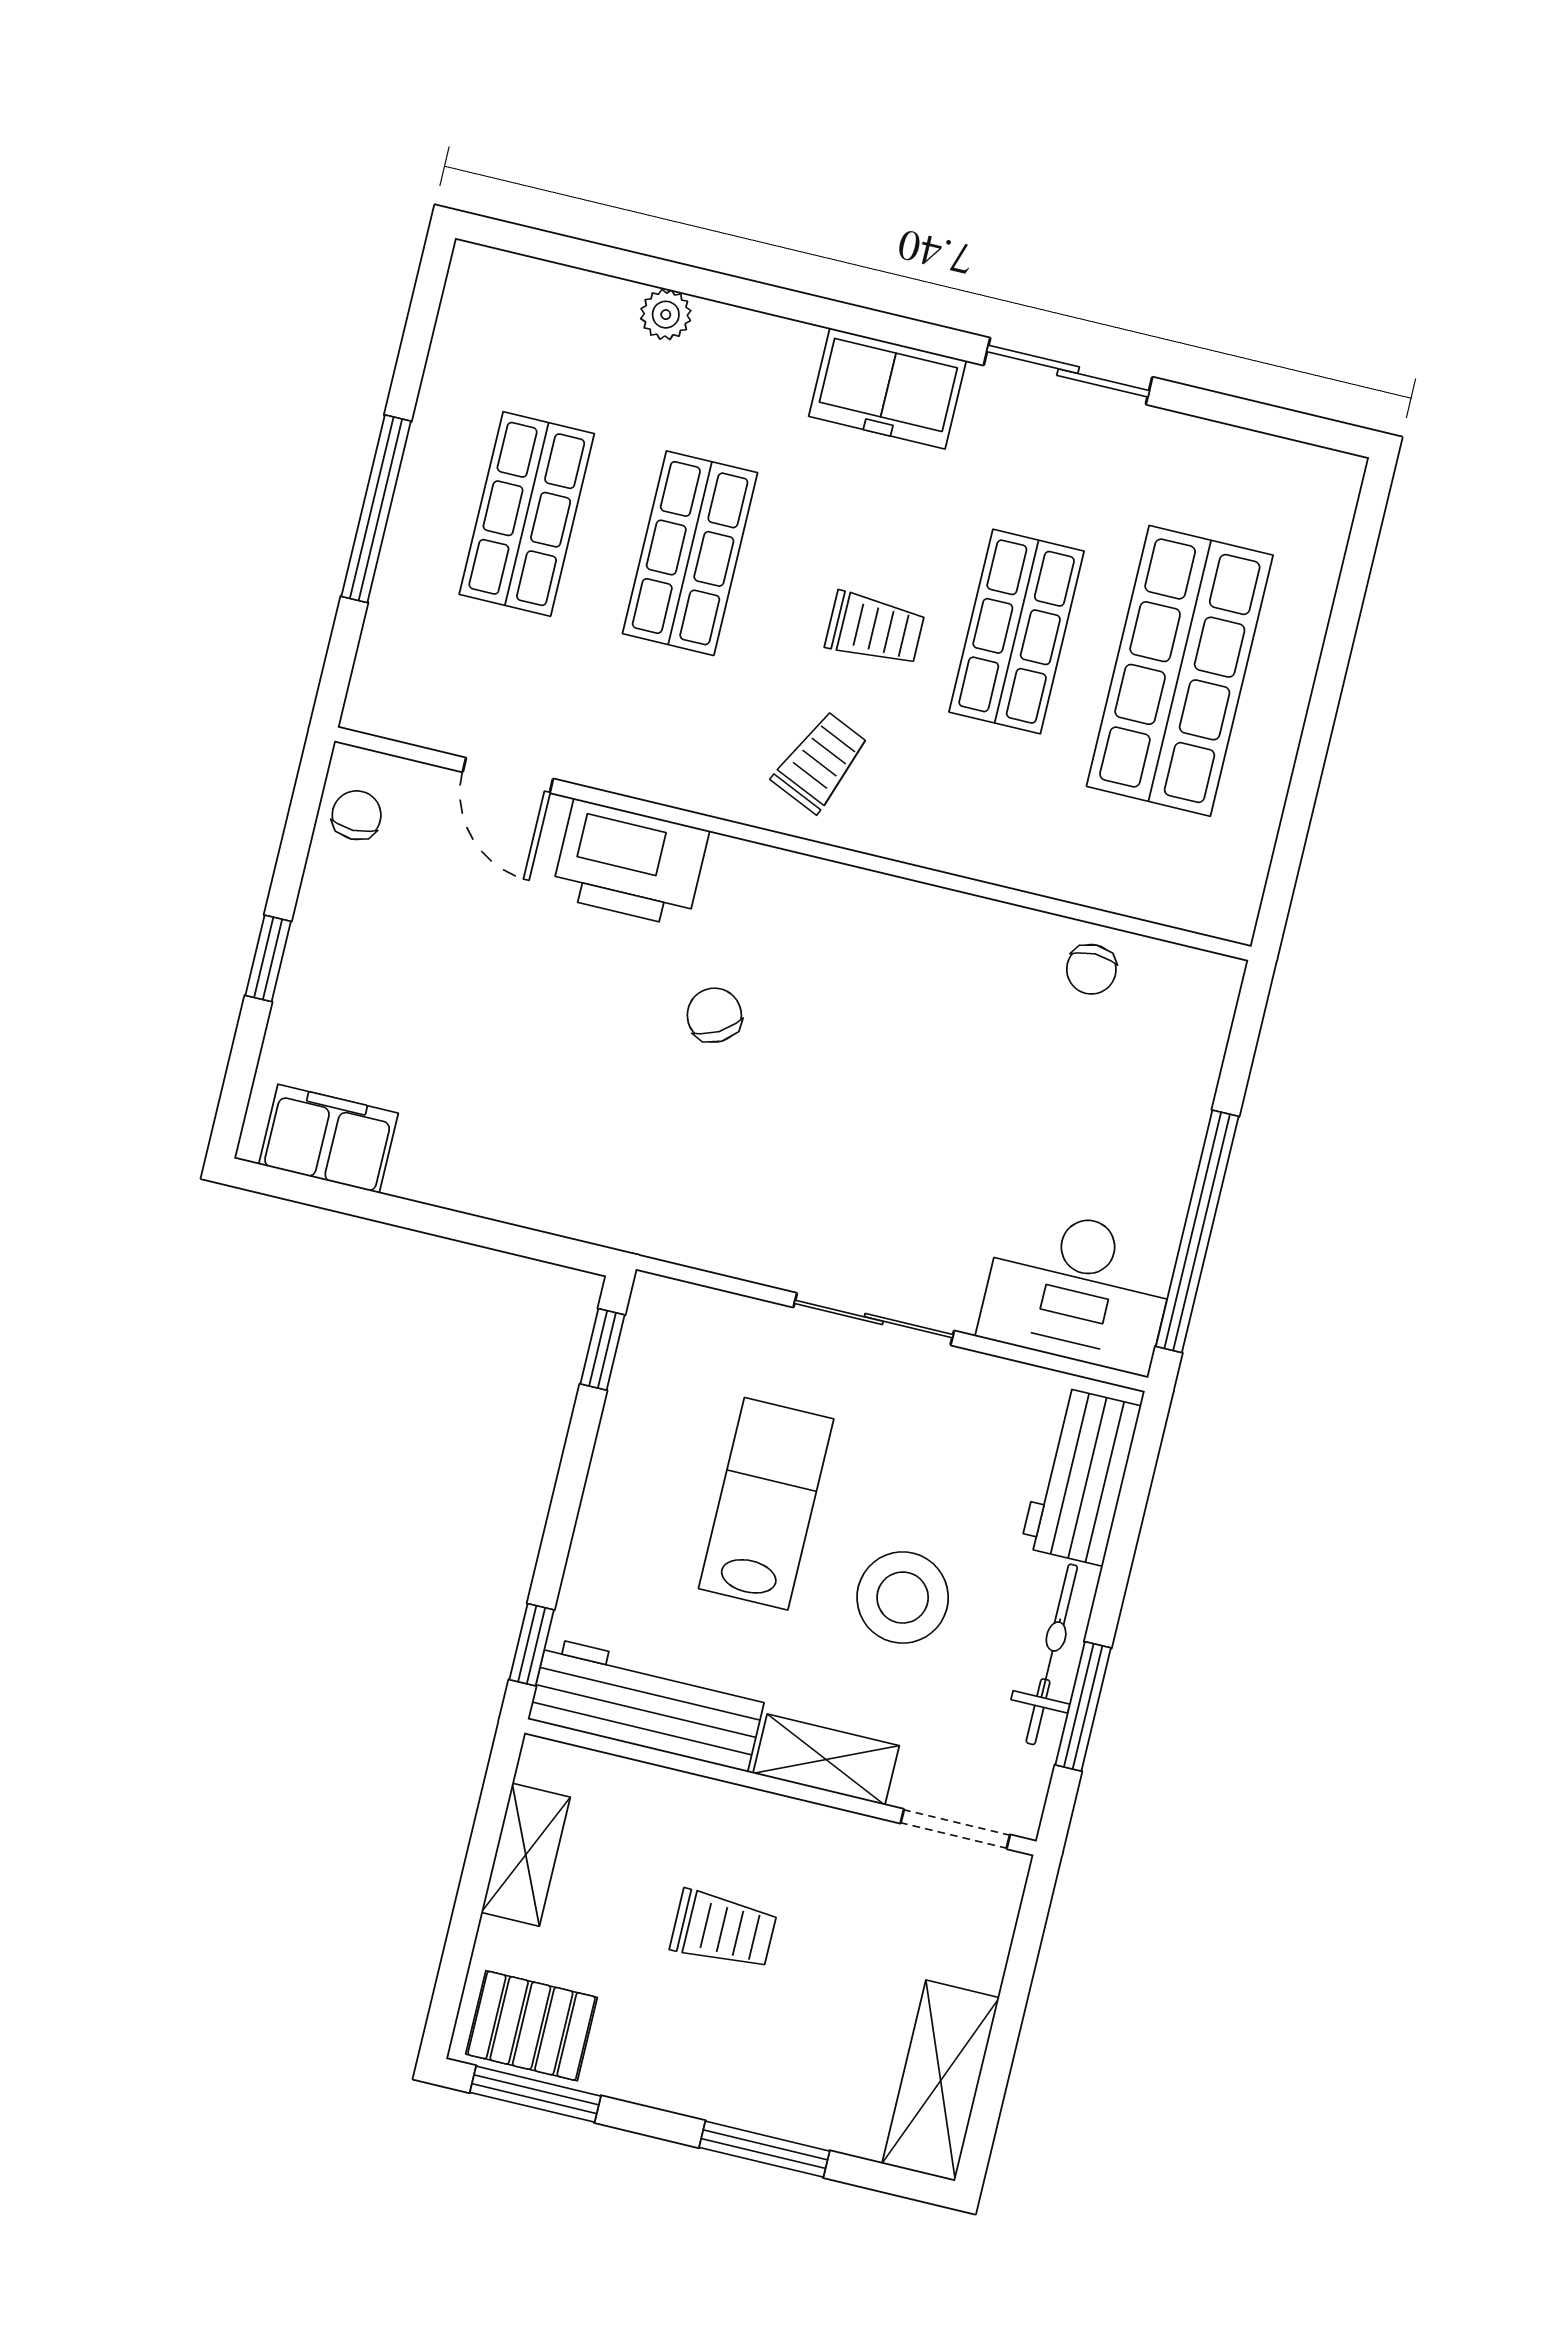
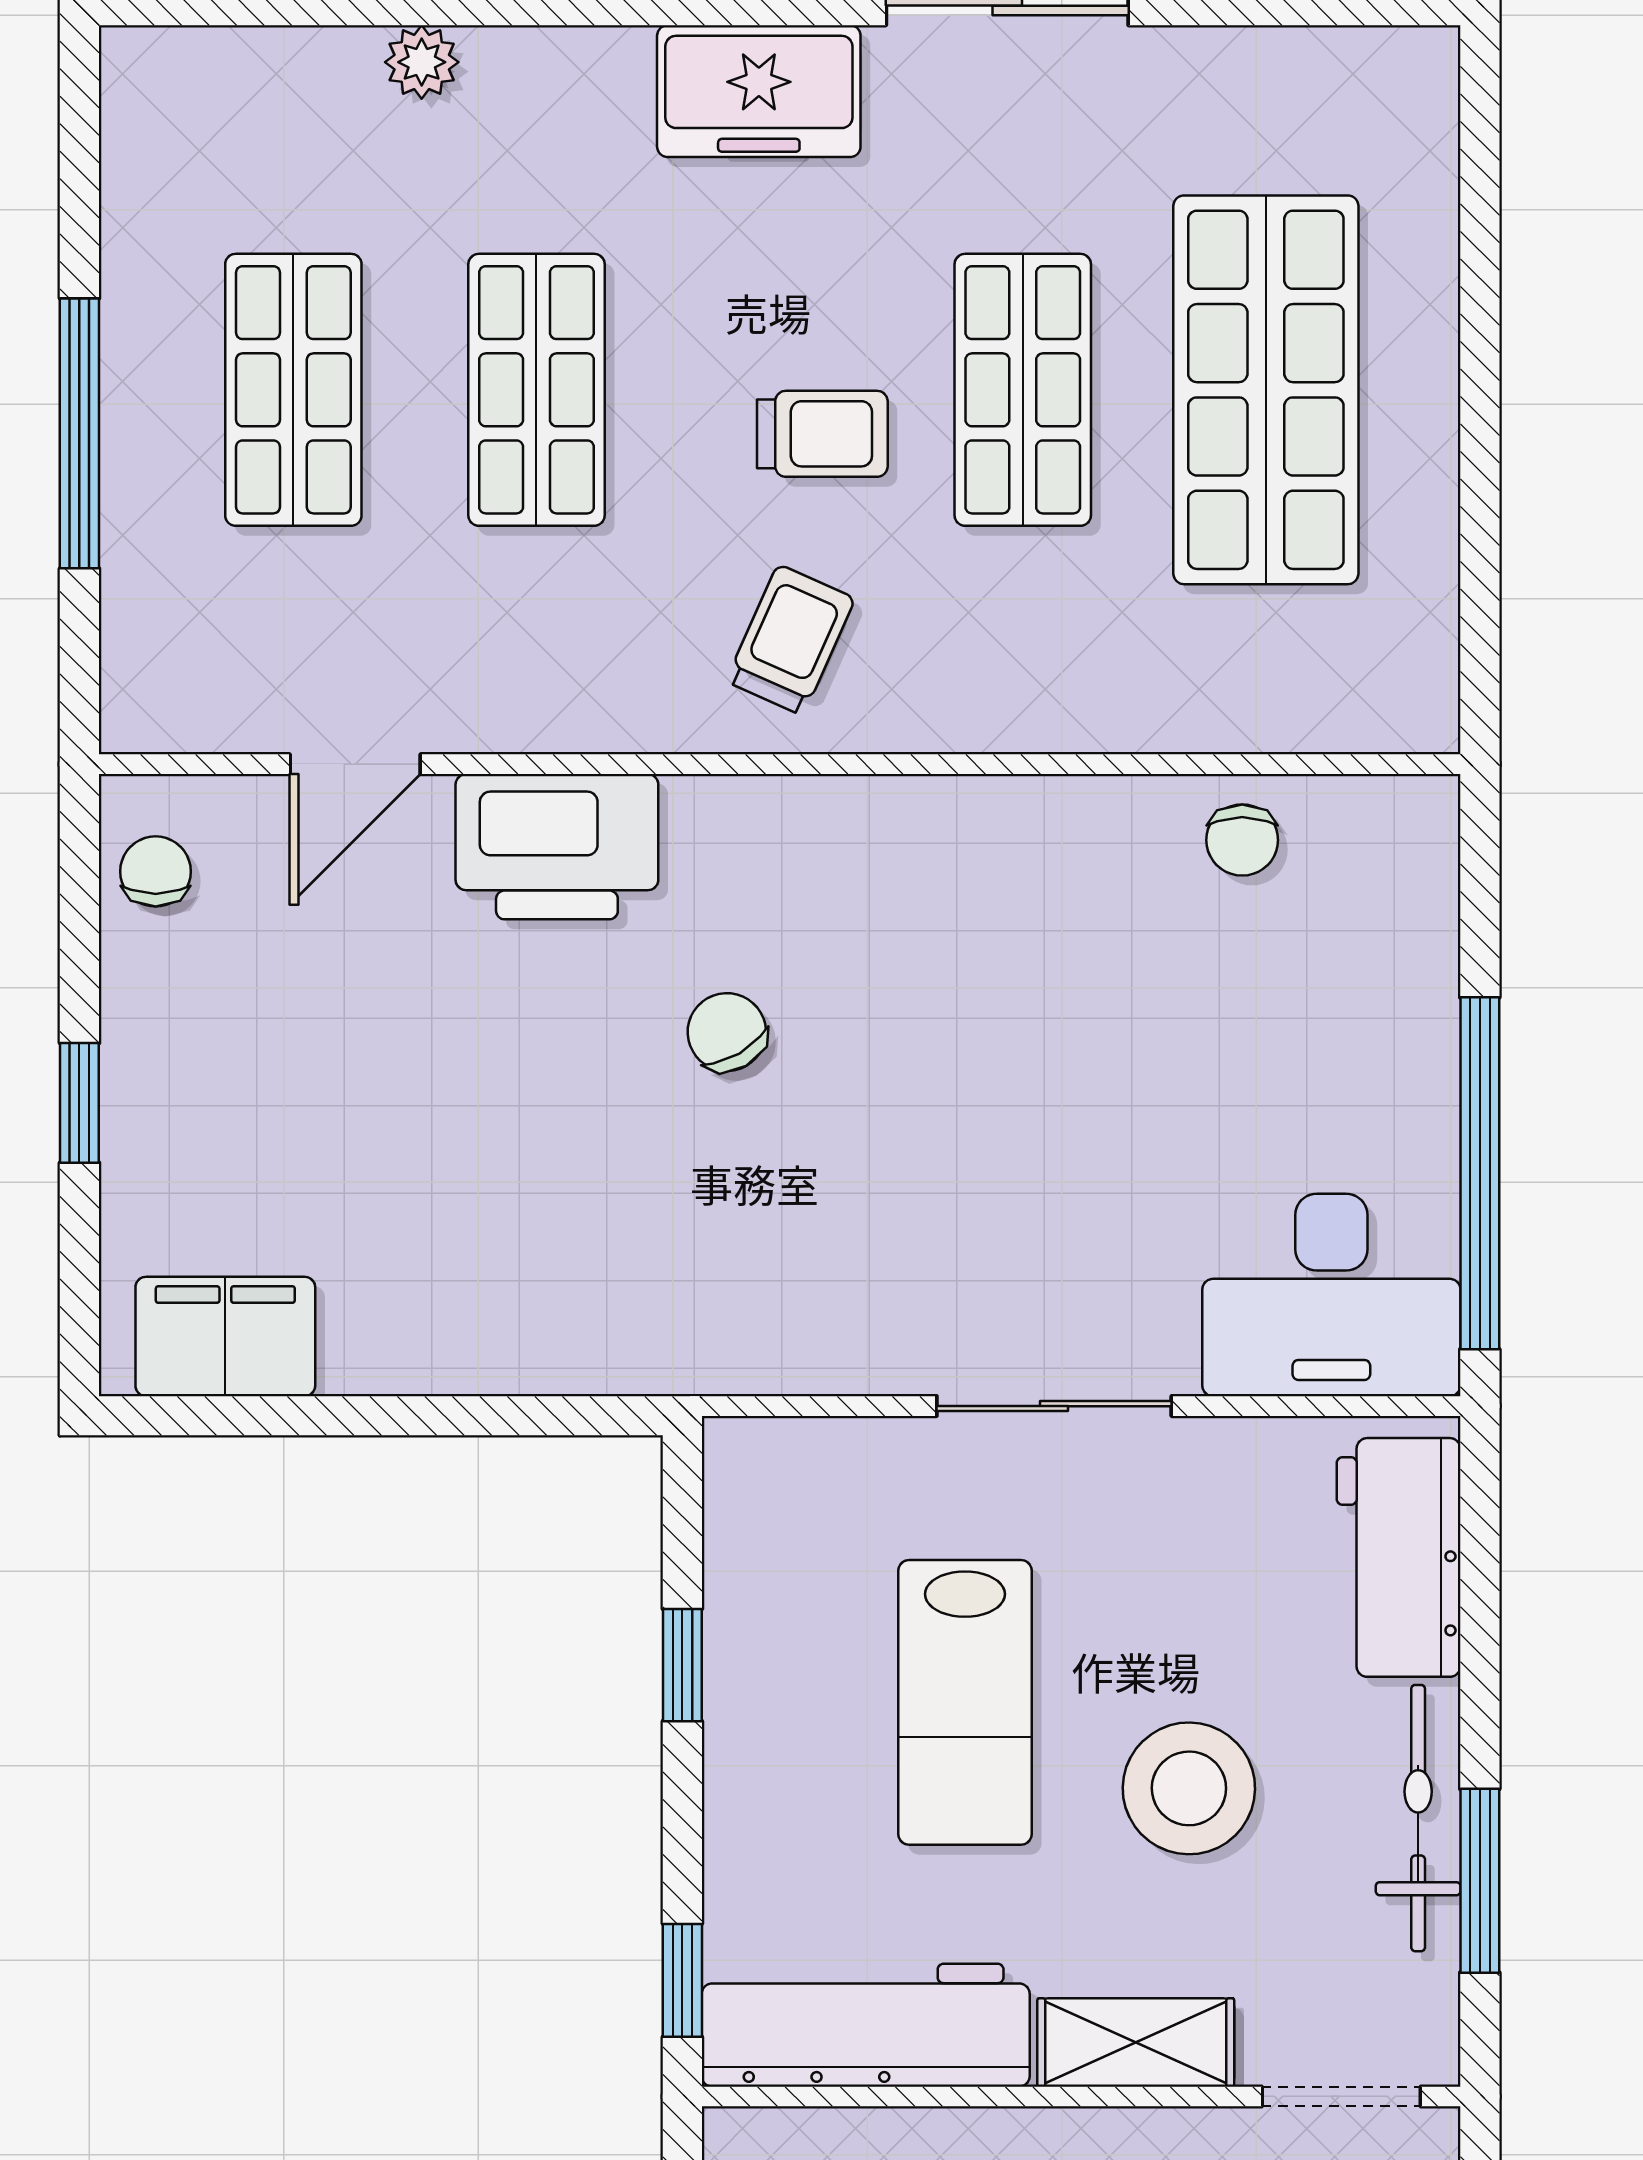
door: (508, 775) -> (355, 764), hinge flipped
window: (602, 1349) -> (682, 1665), moved
lab bench: (766, 1504) -> (965, 1702), turned 180

